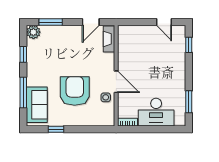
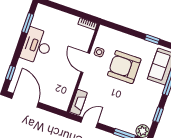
door: (164, 22) -> (25, 100), width x1.87
armchair: (75, 91) -> (124, 67), turned 90
desk: (156, 112) -> (37, 46), moved, turned -90

